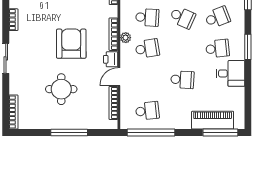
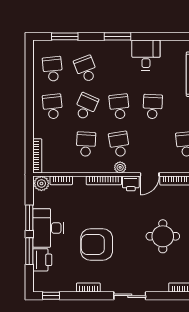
plant: (126, 38) -> (120, 167), moved
armchair: (71, 44) -> (97, 244), moved
school desk: (217, 49) -> (119, 107), moved
door: (119, 77) -> (150, 175), hinge flipped

